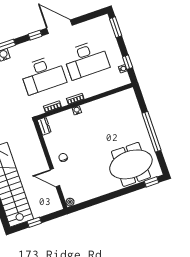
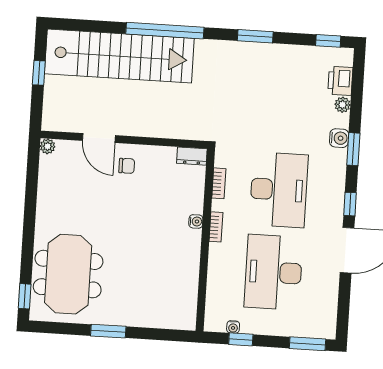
desk: (43, 75) -> (279, 190), turned 180
window: (152, 132) -> (108, 331), width x0.47
door: (55, 178) -> (99, 138), swing flipped

